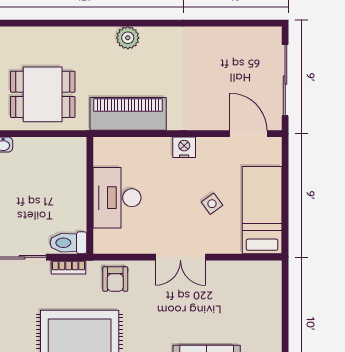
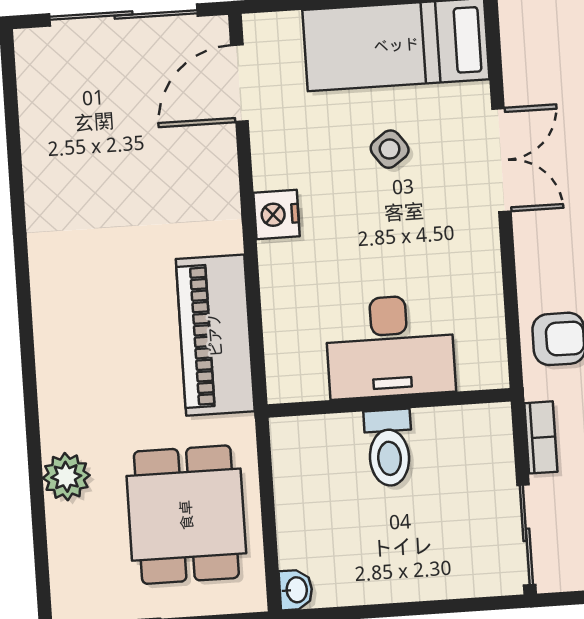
plant: (128, 38) -> (66, 477), moved
toilet: (68, 243) -> (389, 448), moved
double door: (180, 257) -> (501, 160), moved

